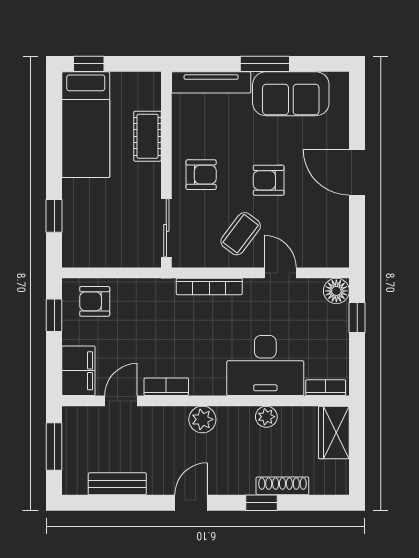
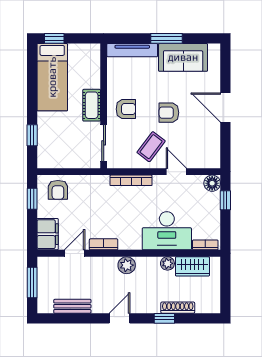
cot: (148, 136) -> (92, 105), moved
armchair: (95, 301) -> (58, 190), turned -90
wardrobe: (334, 432) -> (192, 266), moved, turned -90

